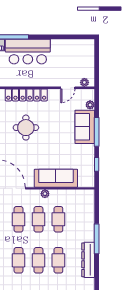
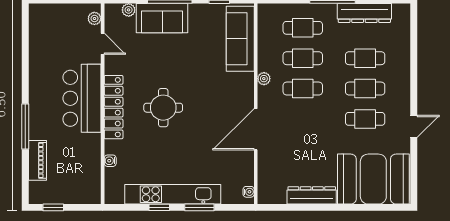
bar counter: (28, 52) -> (82, 98), moved, turned 180
sofa: (56, 178) -> (240, 39), moved
cafe table: (18, 219) -> (303, 28), moved

